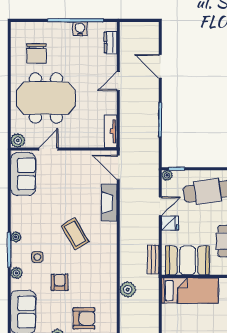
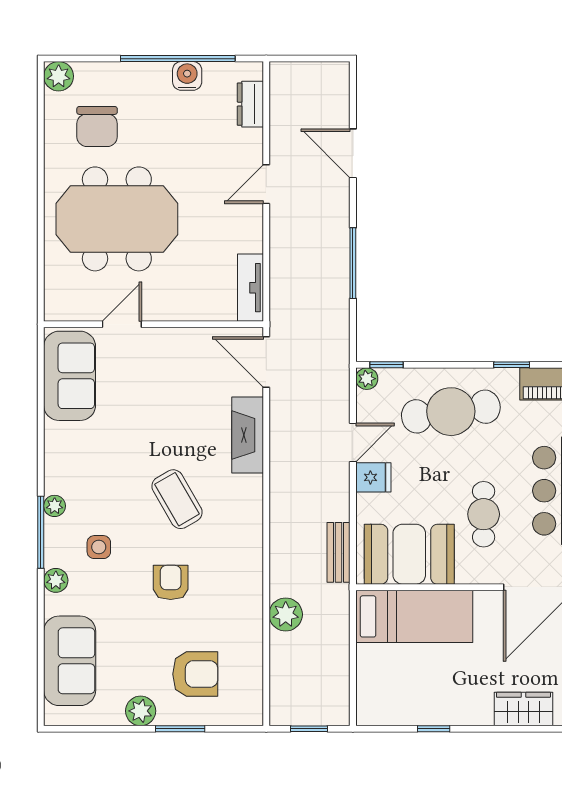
plant: (18, 140) -> (59, 76), moved
armchair: (60, 282) -> (171, 582), moved

